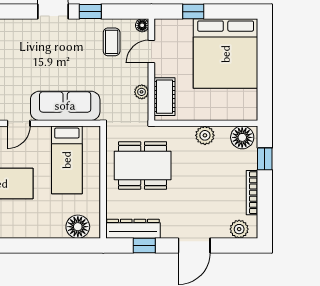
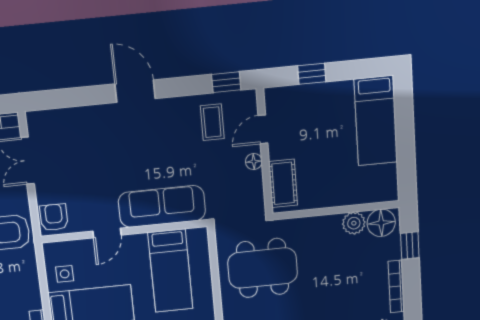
window: (90, 12) -> (226, 82), moved
floor lamp: (142, 25) -> (254, 162), moved
bed: (226, 54) -> (376, 121), width x0.49
plant: (142, 92) -> (254, 180), removed
plant: (205, 135) -> (354, 223), moved

